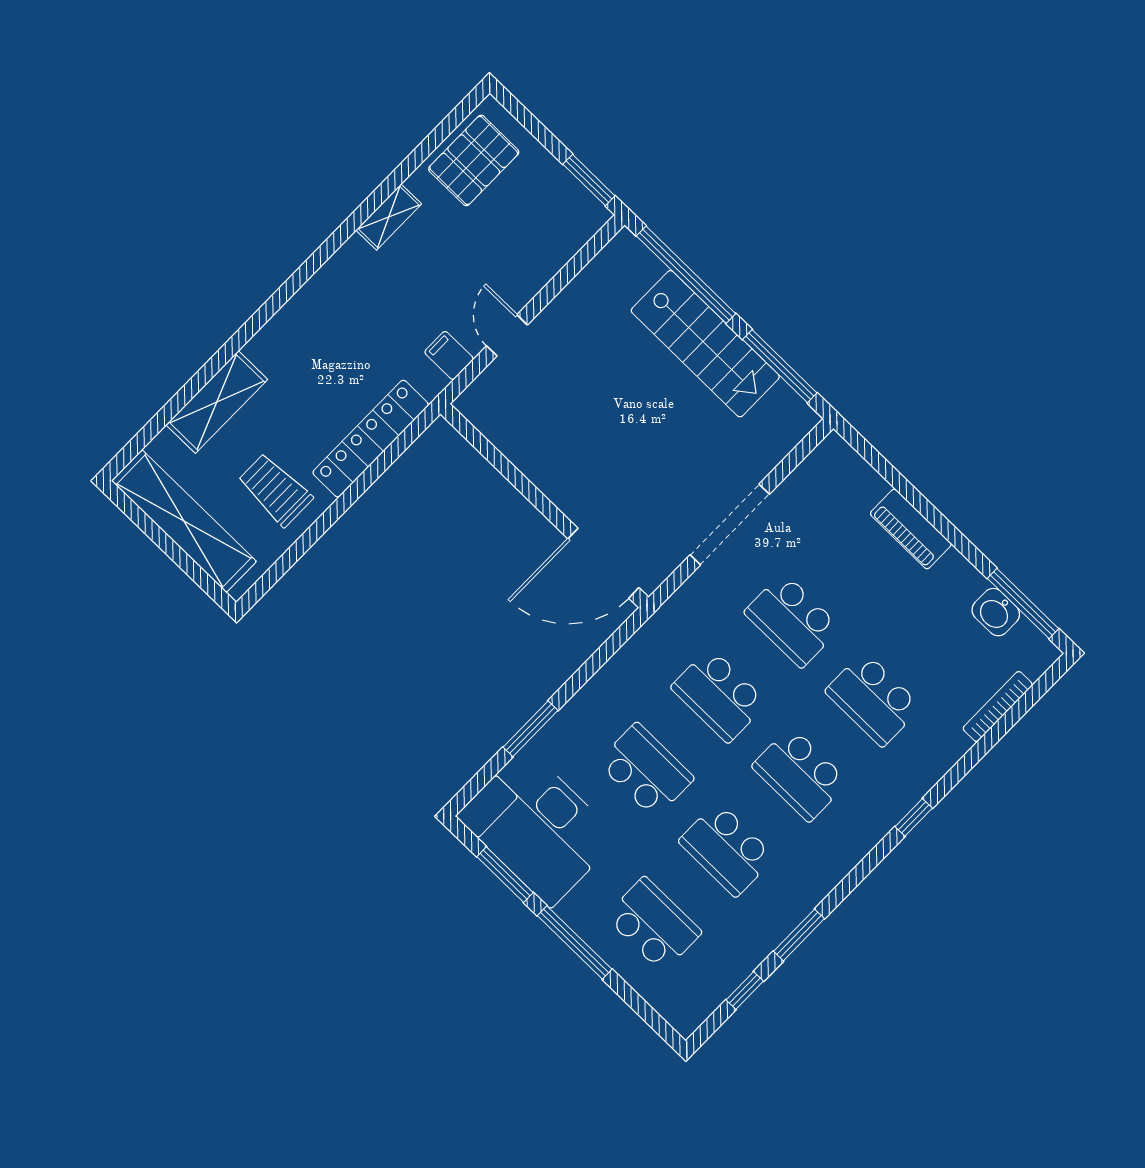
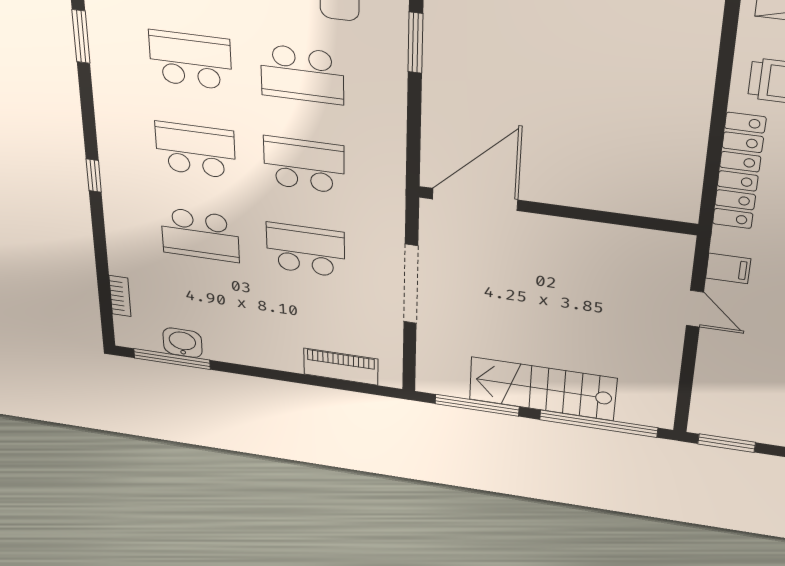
piano: (911, 529) -> (341, 367), moved
school desk: (873, 699) -> (200, 235), turned 180
bookcase: (998, 707) -> (120, 296), width x0.64

